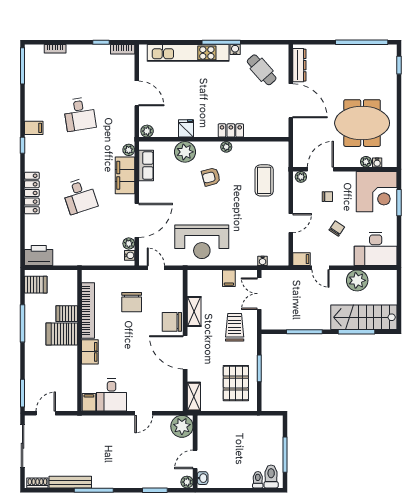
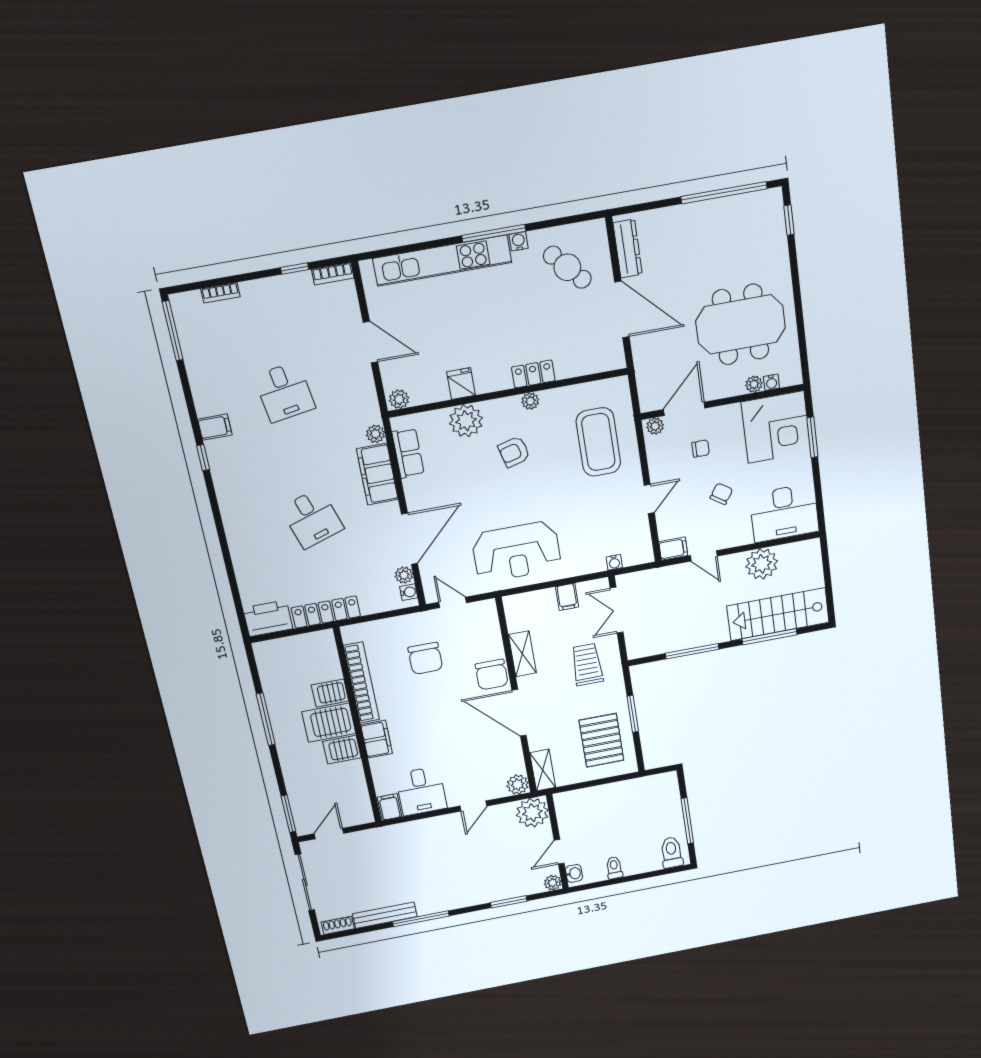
coffee table: (264, 180) -> (598, 442), width x1.36, depth x1.32
locker: (32, 193) -> (326, 612), moved, turned -90
server rack: (36, 285) -> (342, 750), moved, turned 180
chair: (172, 322) -> (492, 675), turned -90
plant: (176, 404) -> (518, 785), added
toilet: (258, 480) -> (614, 868), moved

